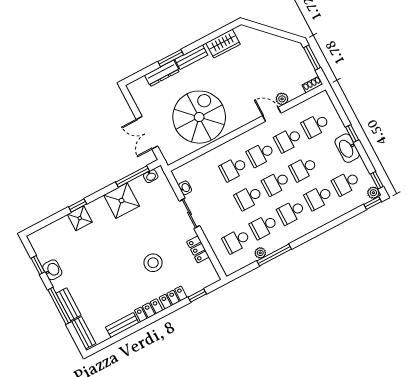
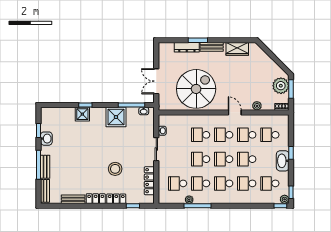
plant: (298, 60) -> (281, 86), added
door: (272, 114) -> (235, 112), moved
locker: (198, 249) -> (149, 181), width x1.53

